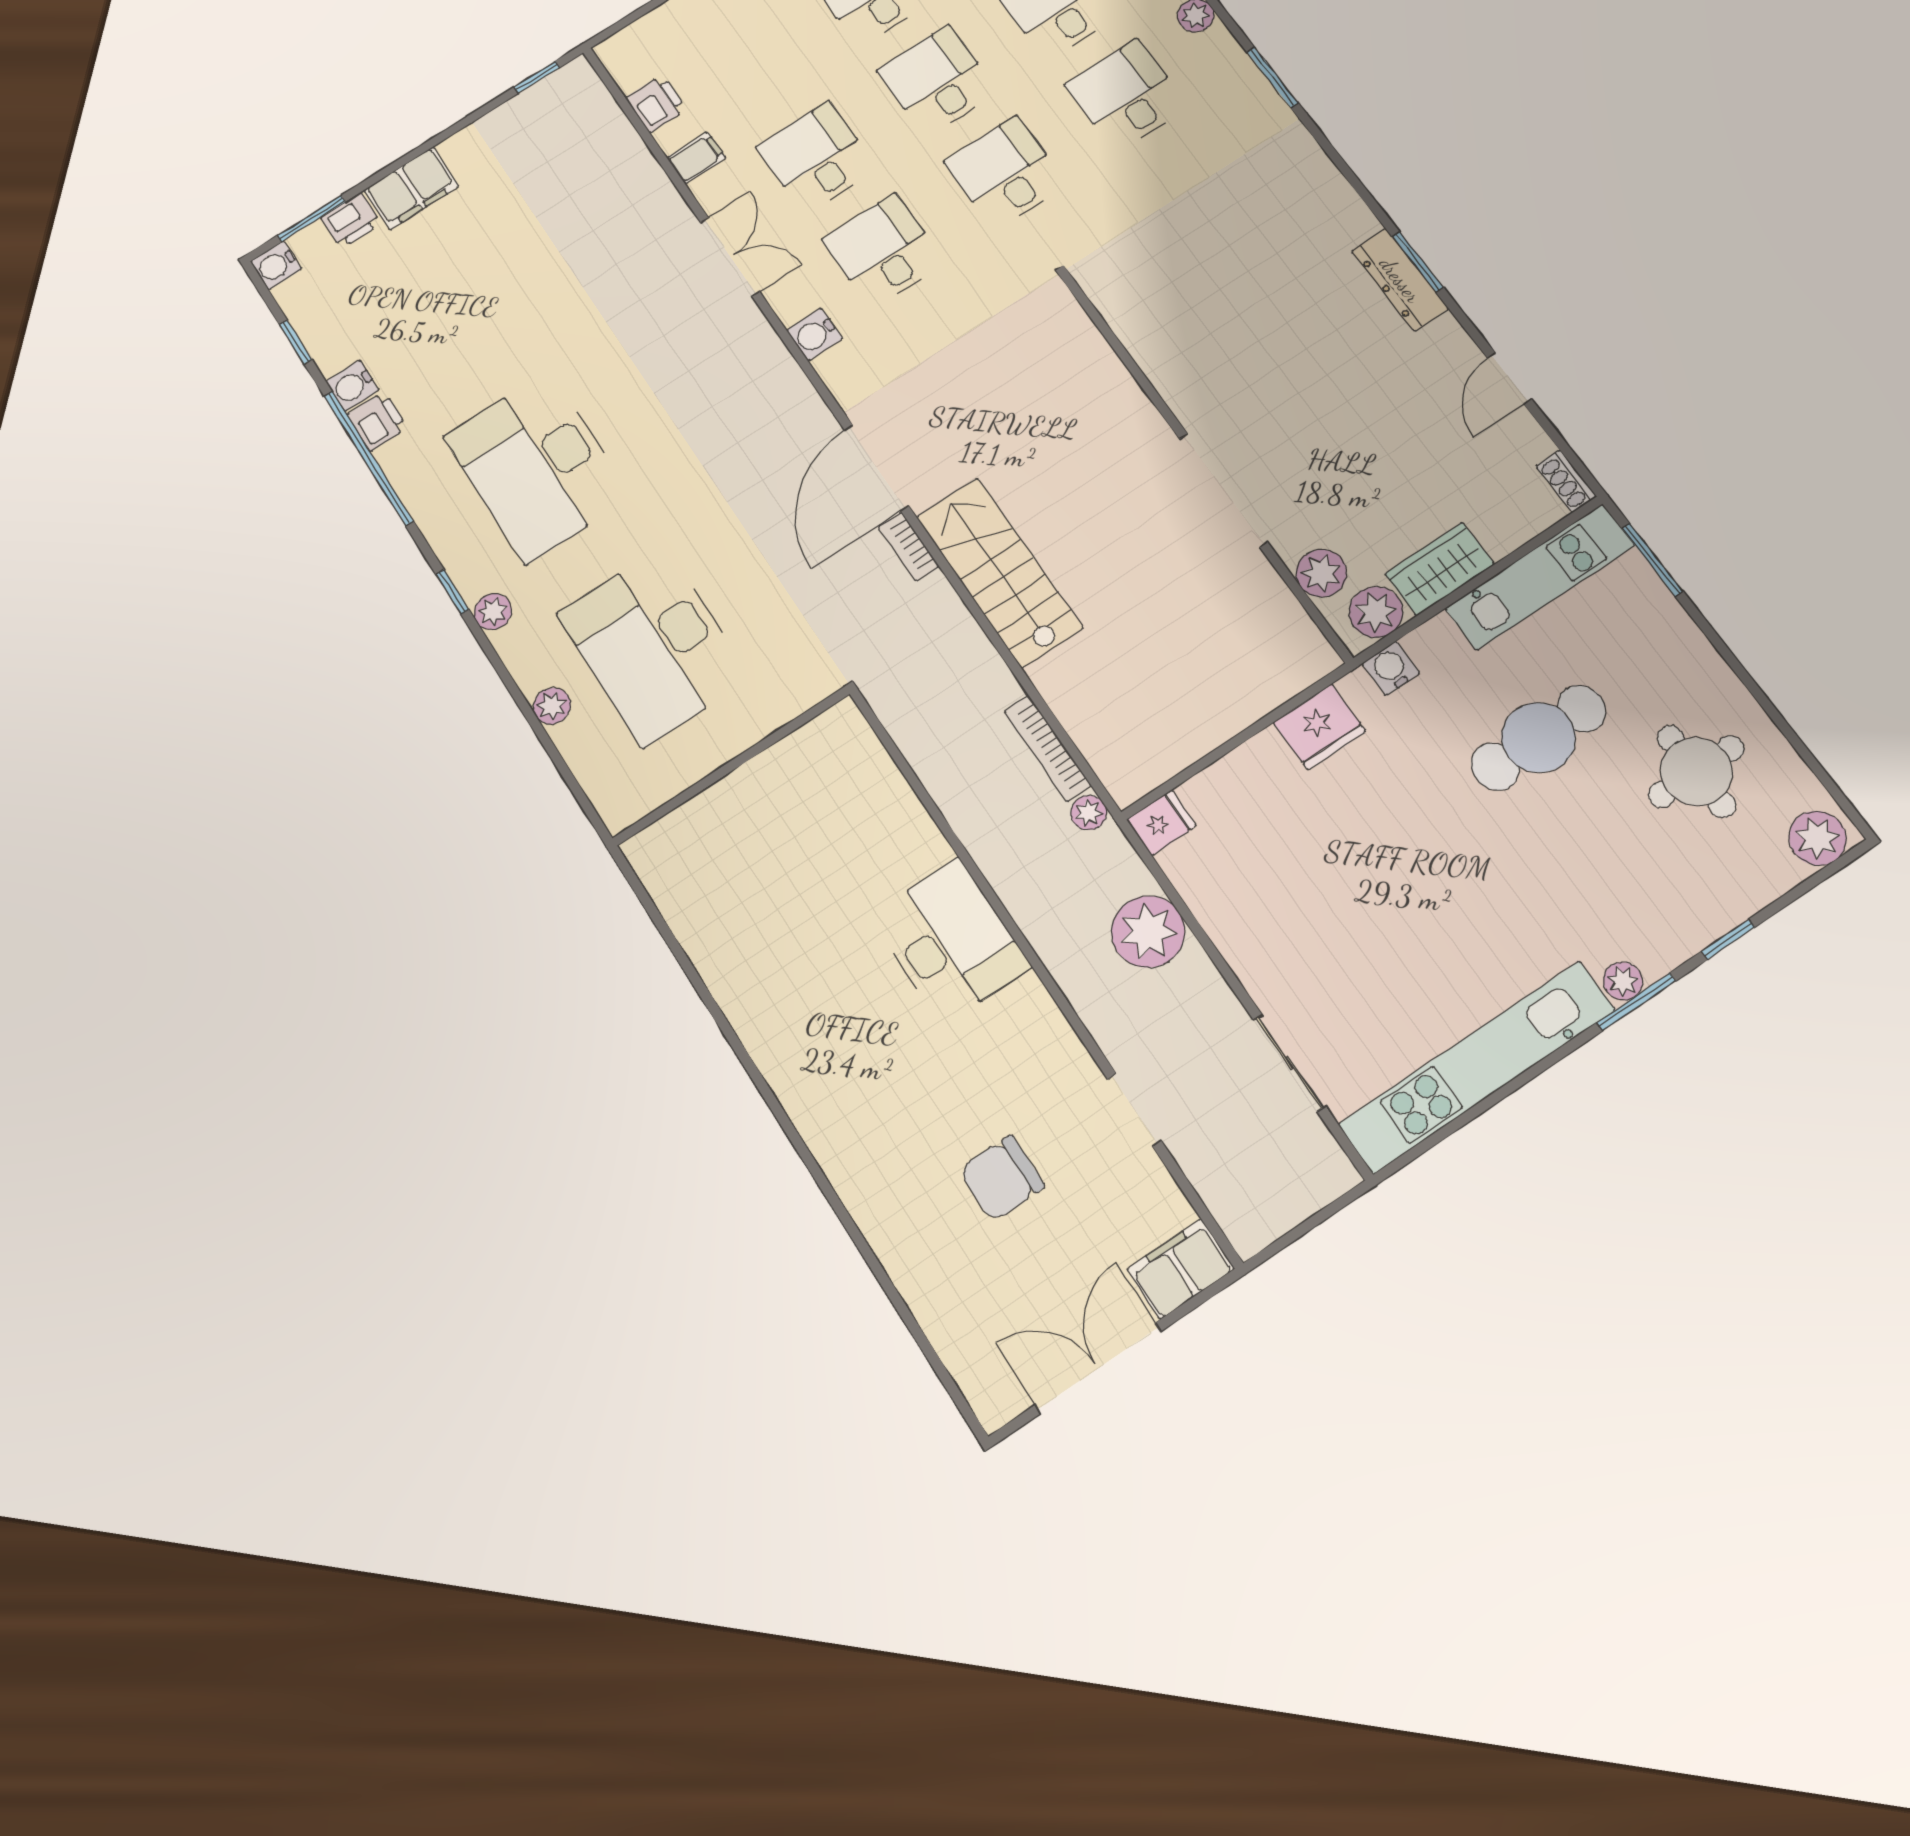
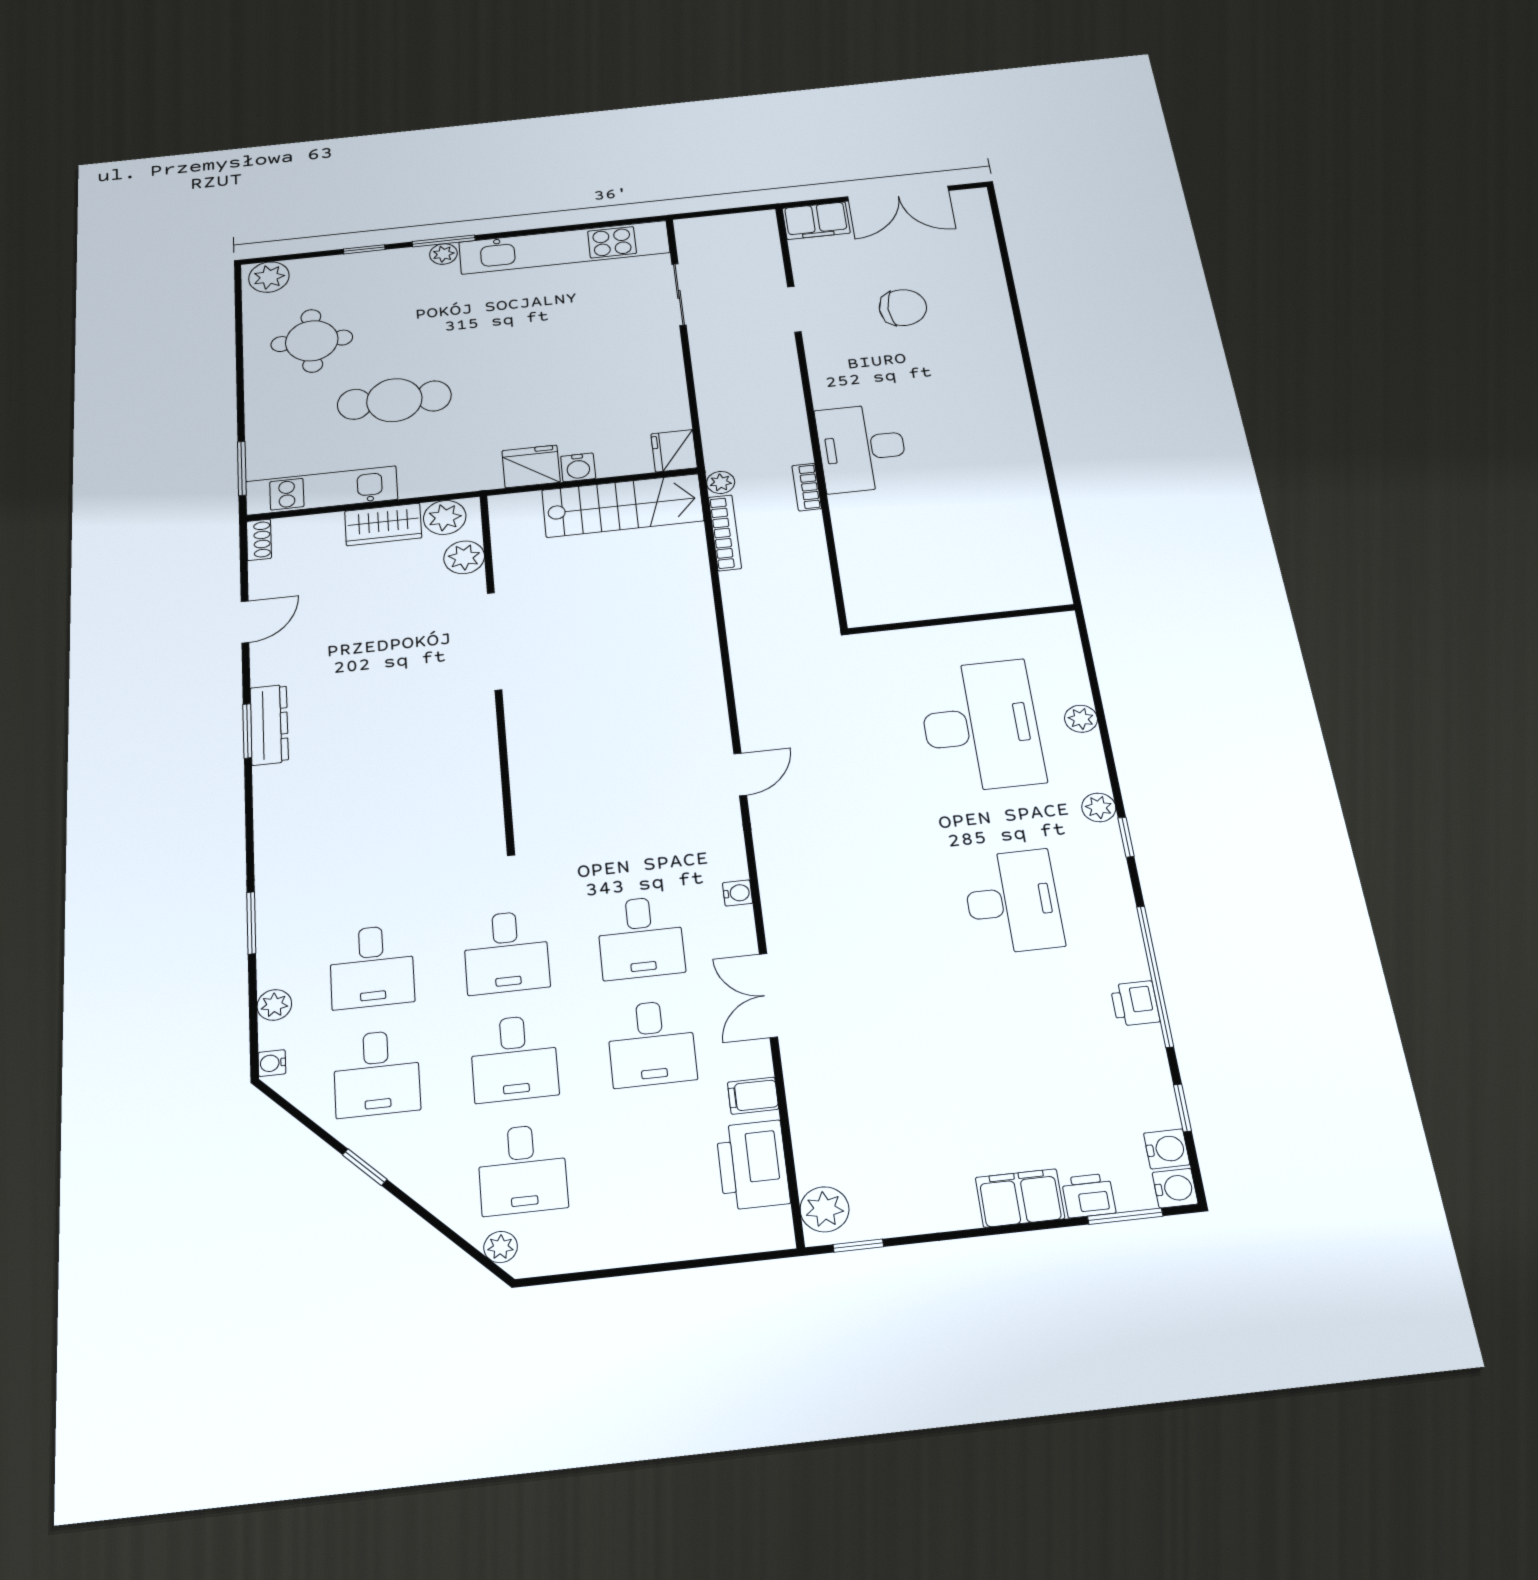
printer: (656, 104) -> (753, 1165), width x1.87, depth x1.48
water cooler: (815, 334) -> (738, 893), width x0.72, depth x0.72
water cooler: (352, 386) -> (1167, 1149), moved
desk: (537, 467) -> (1013, 902), width x0.73, depth x0.77
door: (876, 468) -> (740, 774), width x0.53
bookcase: (909, 547) -> (807, 487), moved, turned 180
stairs: (999, 572) -> (623, 505), moved, turned -90
water cooler: (1391, 668) -> (578, 467), moved
fridge: (1161, 823) -> (674, 451), width x1.38
plant: (1148, 932) -> (825, 1209), moved, width x0.73, depth x0.73

